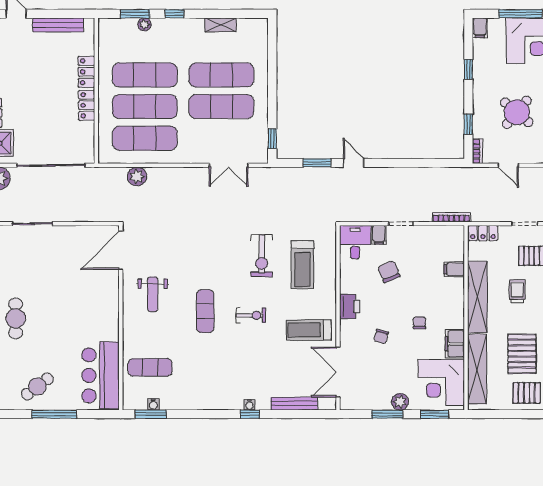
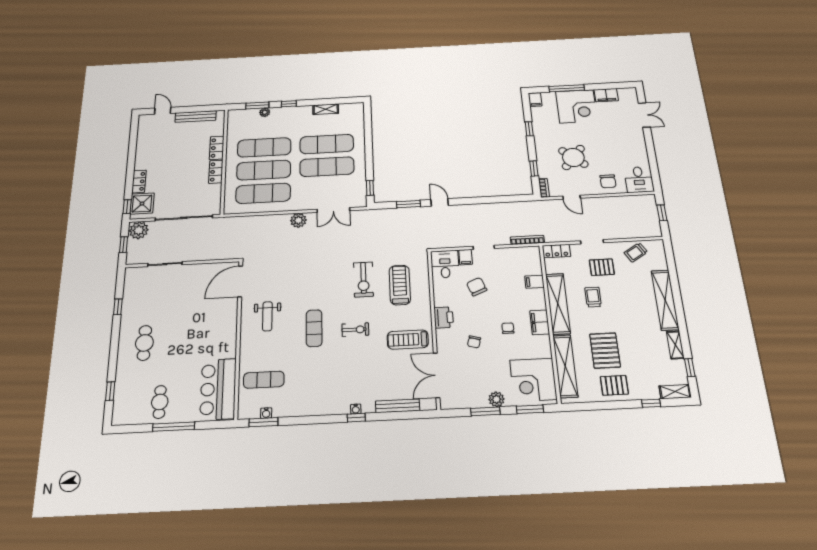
plant: (137, 176) -> (298, 220), moved
treadmill: (302, 265) -> (400, 285), turned 180
filing cabinet: (455, 344) -> (540, 322), moved
cafe table: (37, 386) -> (160, 402), turned -53

